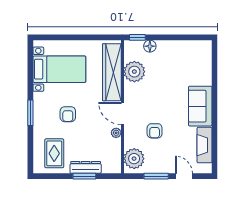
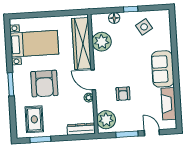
window: (137, 37) -> (131, 9), moved
side table: (183, 58) -> (144, 27), added
armchair: (68, 114) -> (44, 84), width x1.88, depth x1.88
dresser: (86, 167) -> (81, 129), moved
window: (84, 176) -> (40, 139), moved

